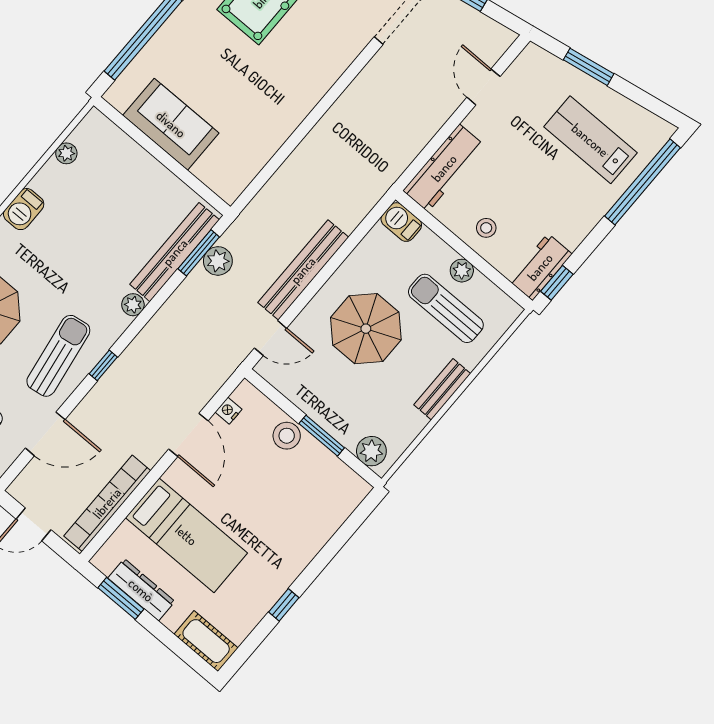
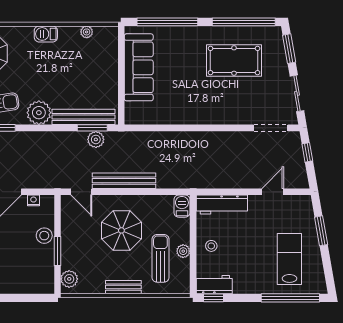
sofa: (171, 124) -> (139, 67), width x1.36
plant: (133, 305) -> (39, 113), width x1.87, depth x1.87

